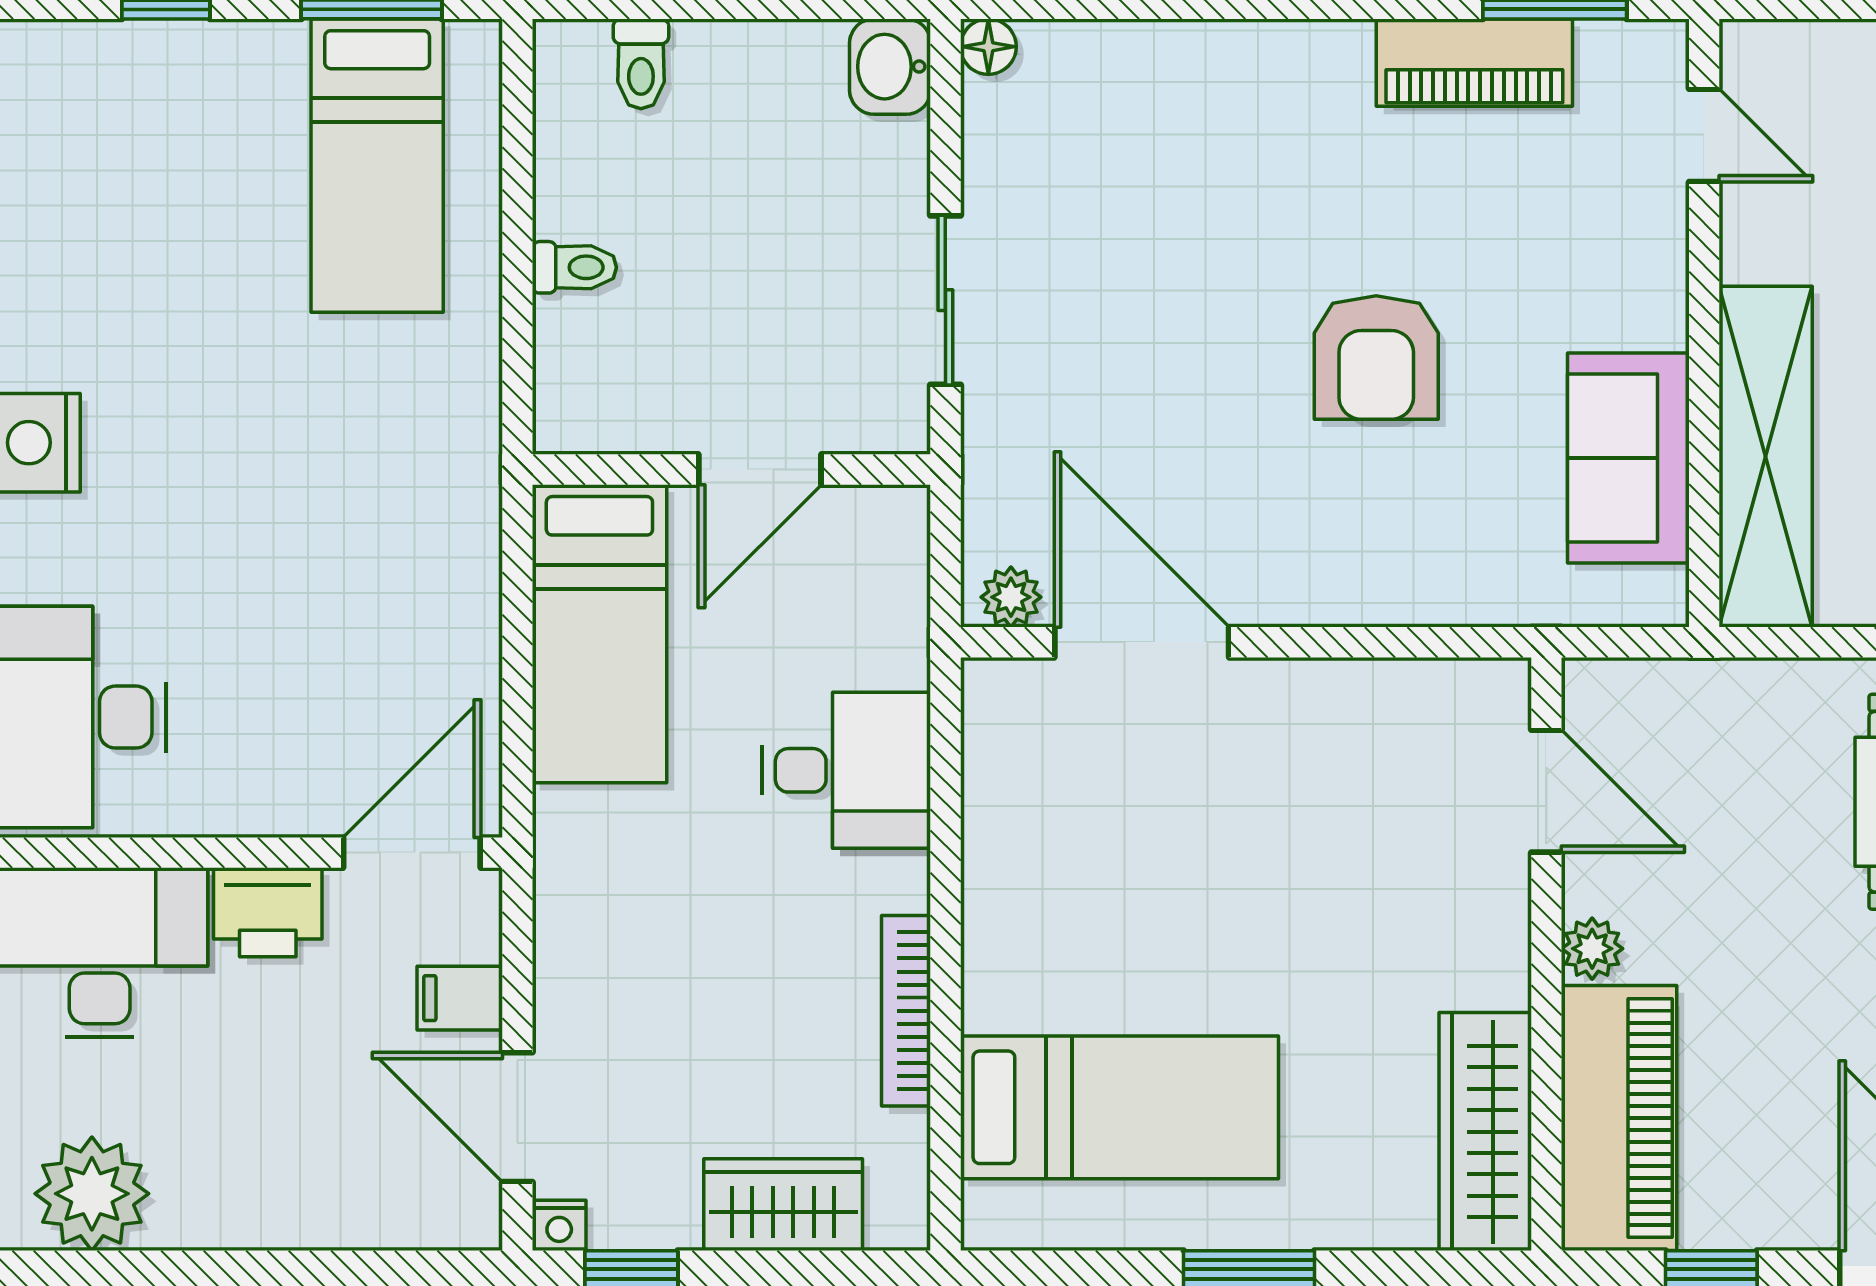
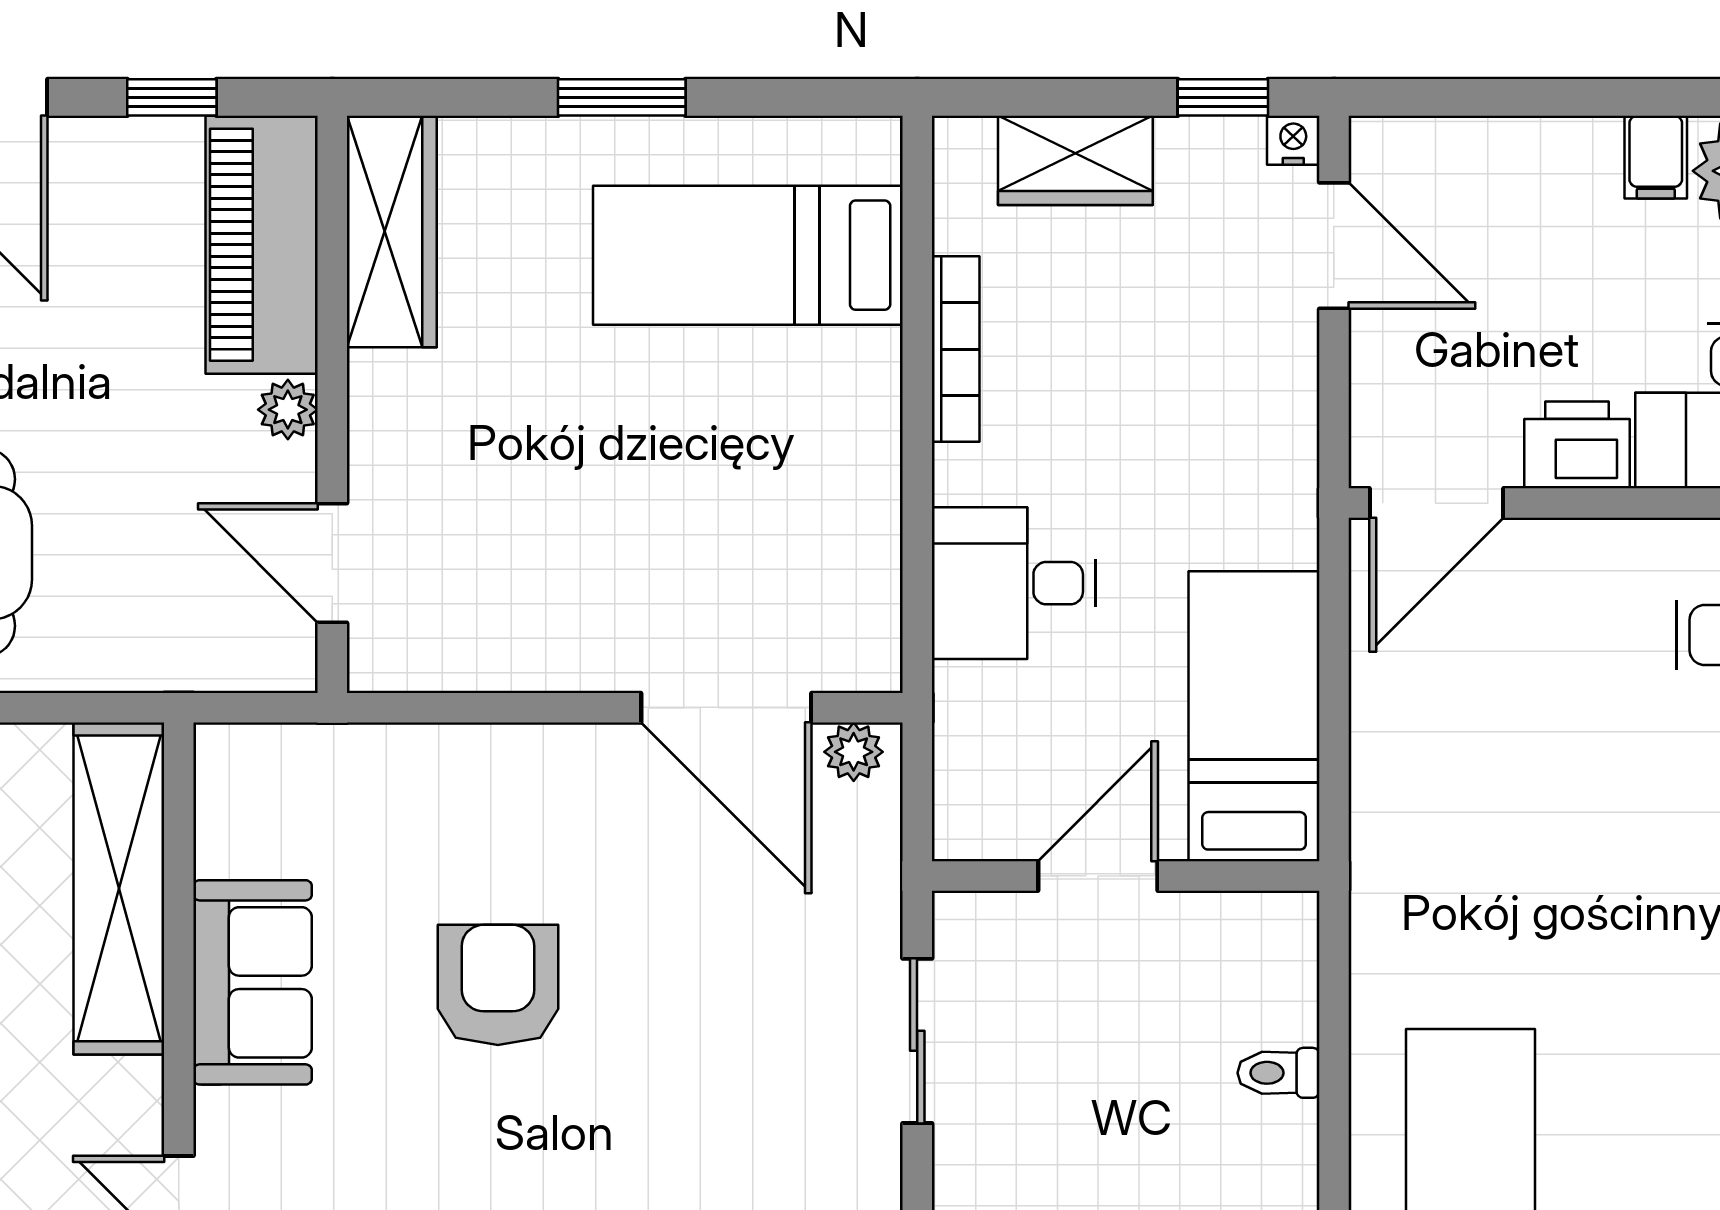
sofa: (1628, 458) -> (253, 982), moved
filing cabinet: (460, 998) -> (1656, 157), moved, turned 90

